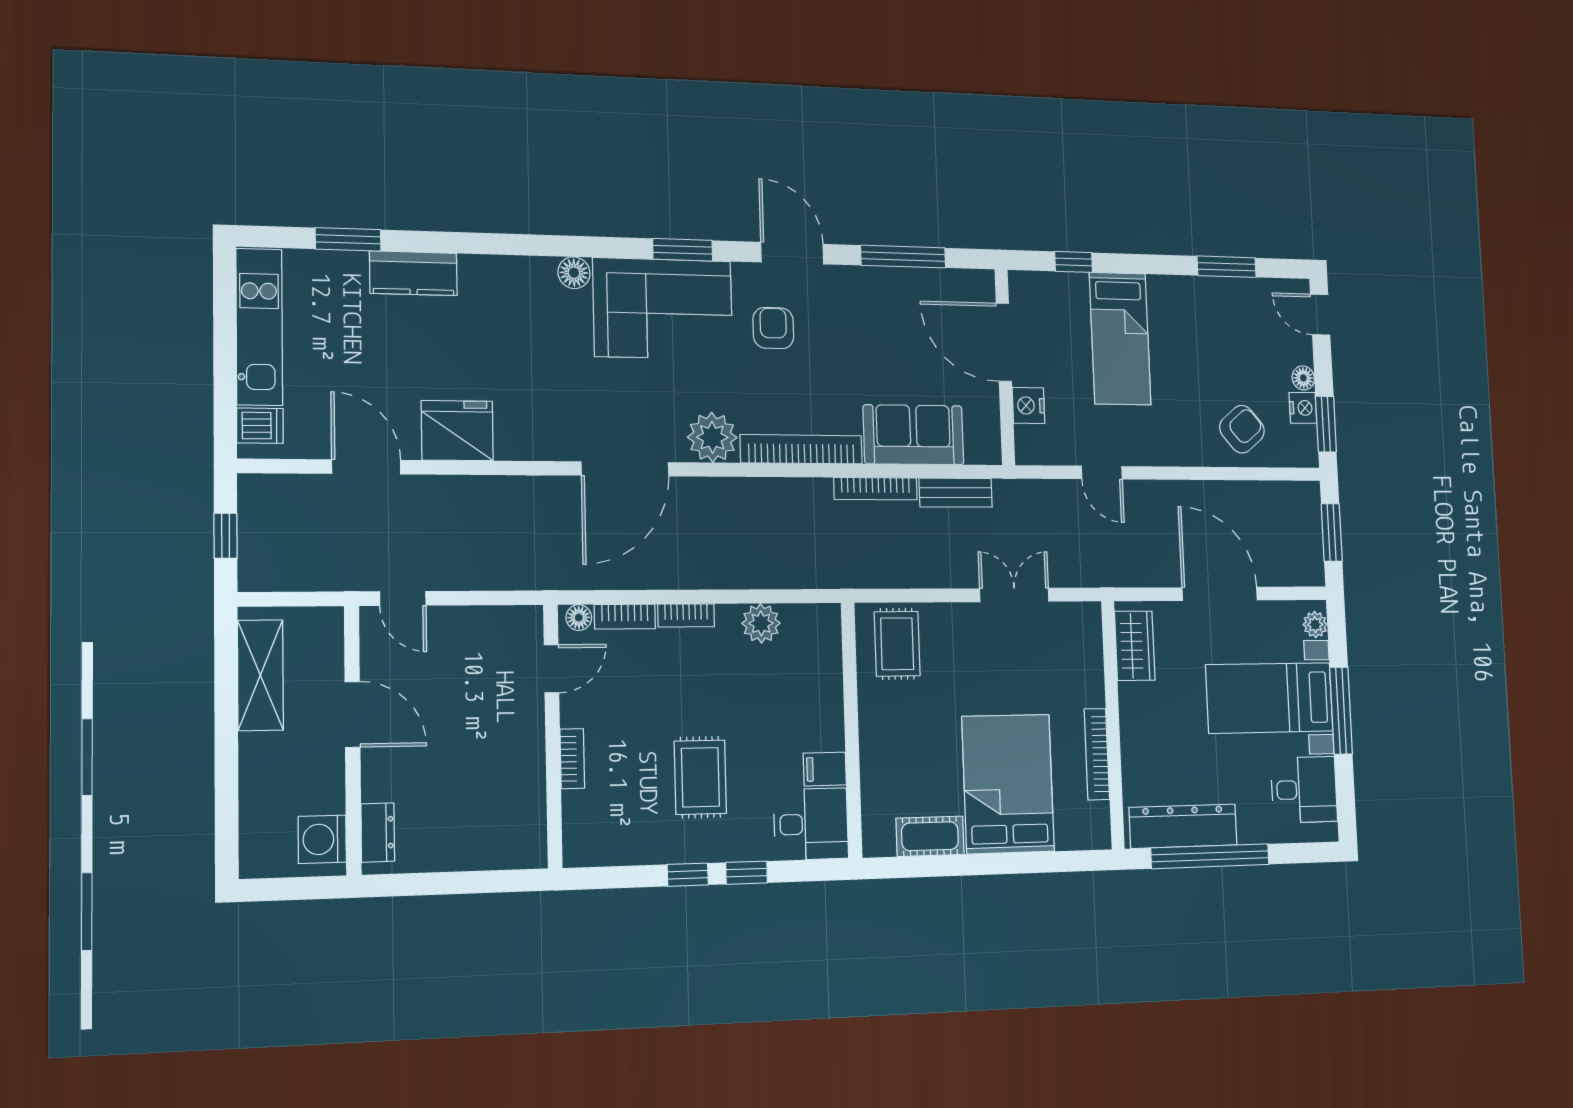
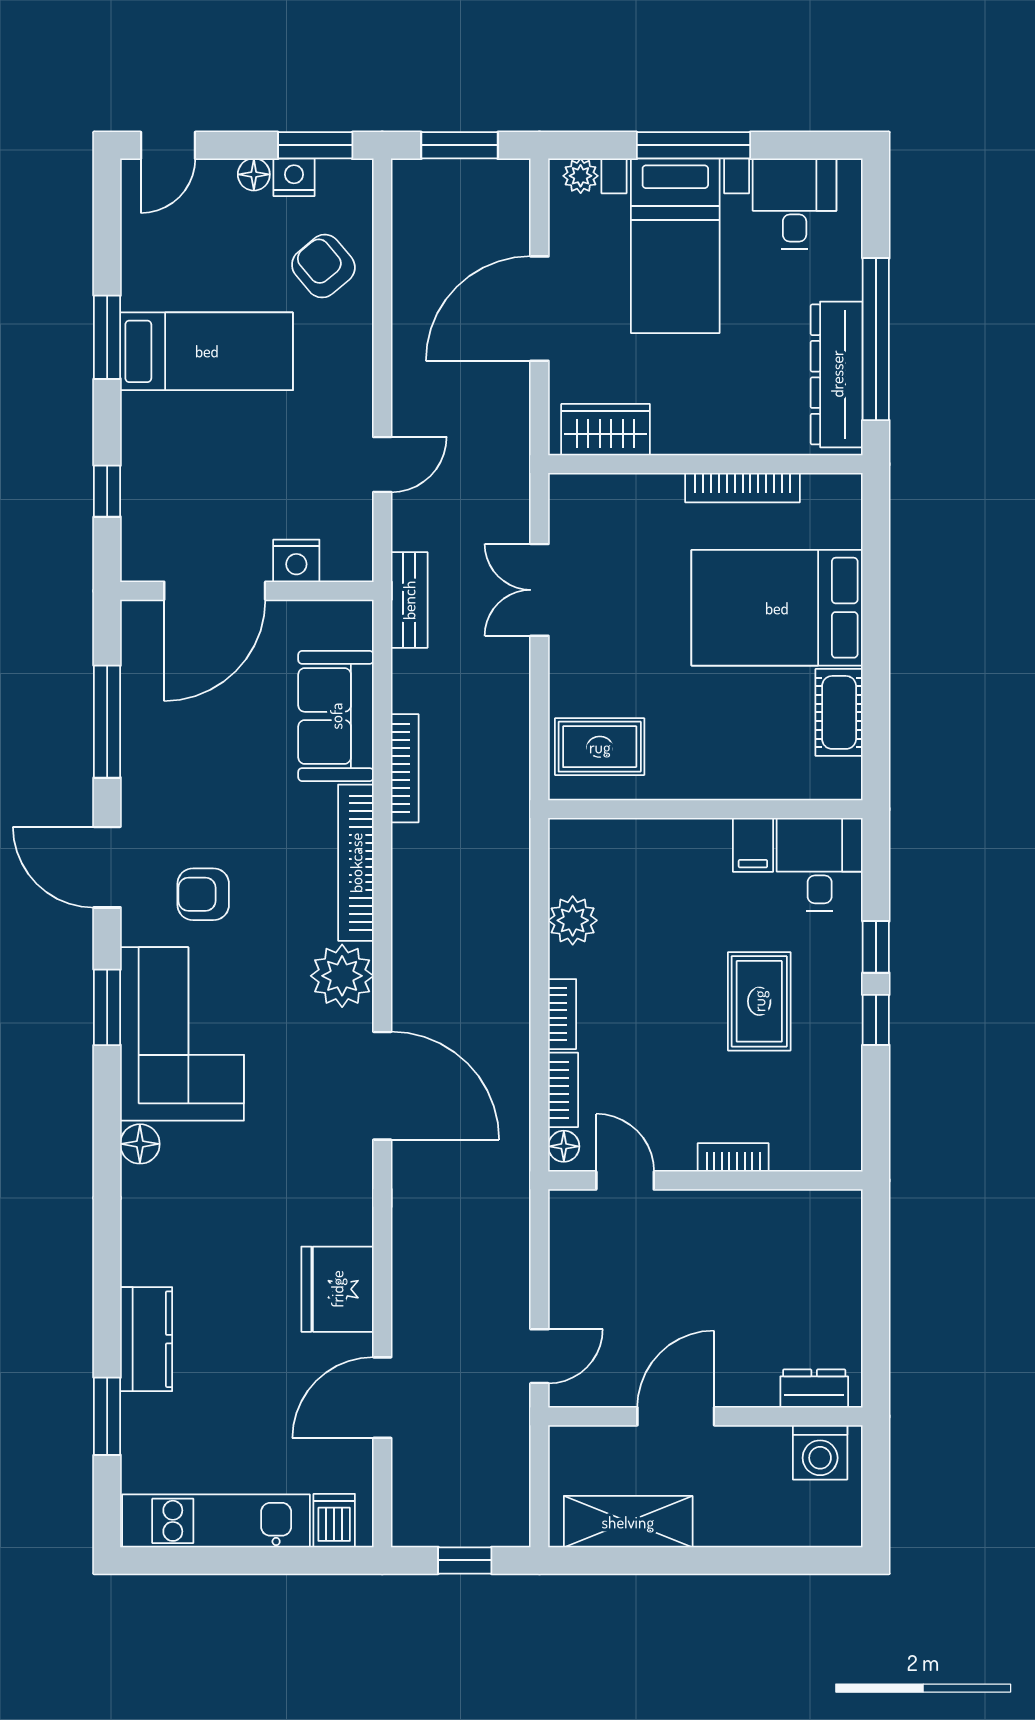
door: (792, 253) -> (107, 867), hinge flipped
window: (1227, 267) -> (107, 337), moved
bed: (1120, 339) -> (207, 351), moved
bench: (956, 493) -> (409, 600), moved
rug: (700, 777) -> (759, 1001), turned 90

